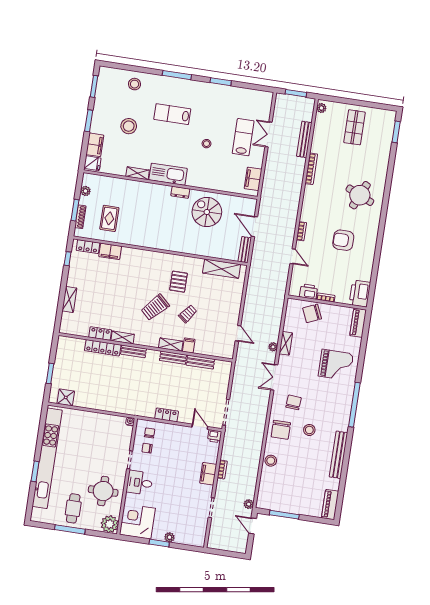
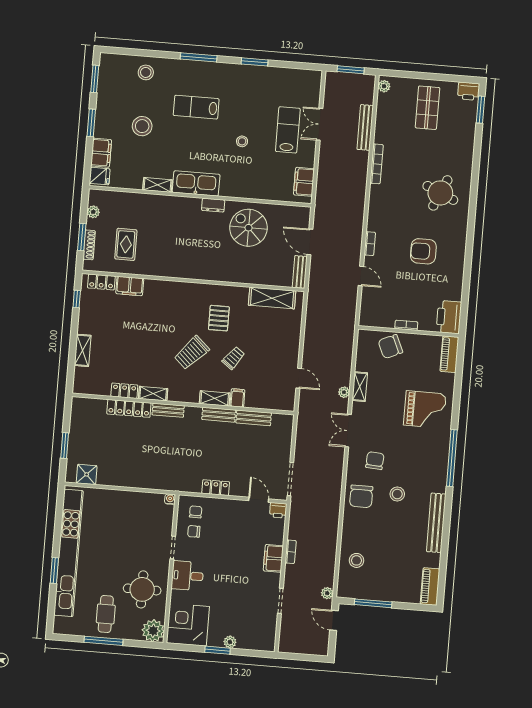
printer: (308, 292) -> (469, 91), moved, turned 180
stool: (271, 461) -> (357, 560), moved

